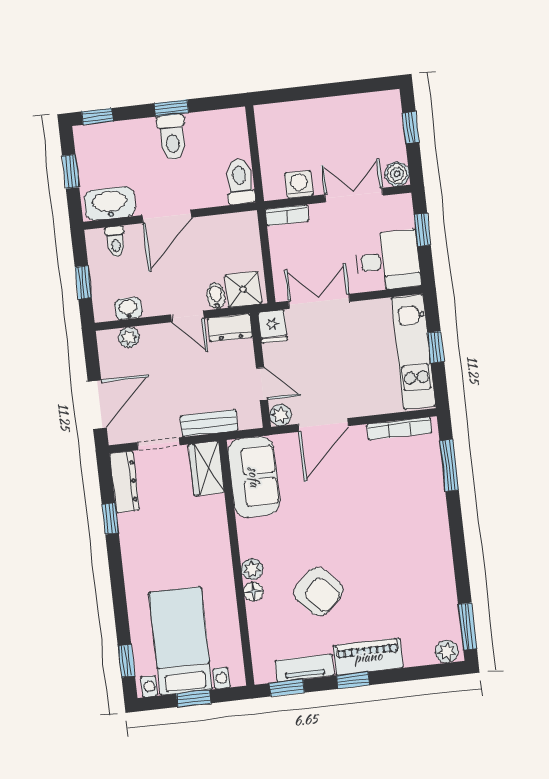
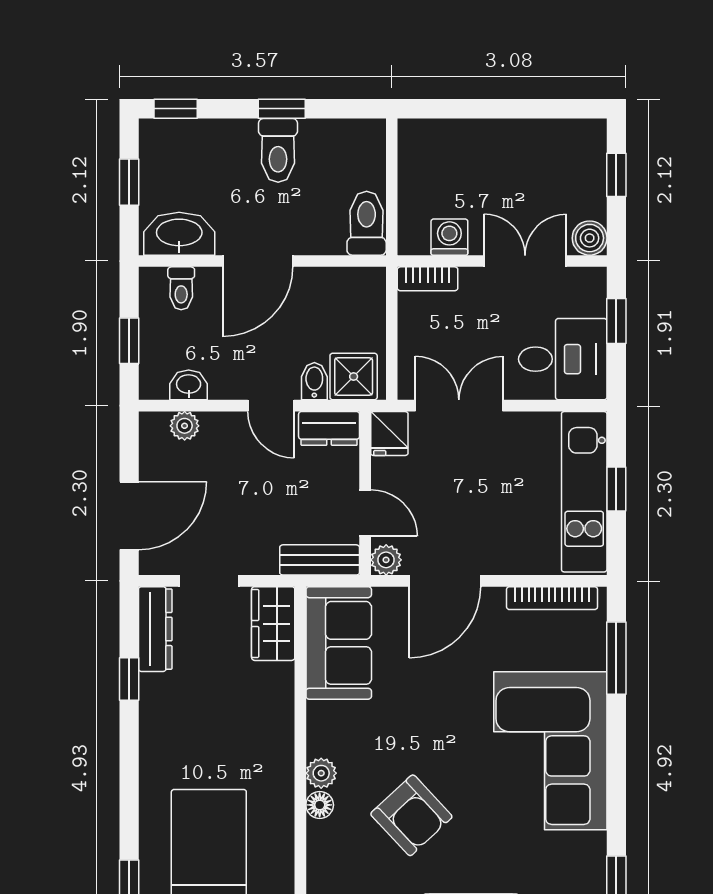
bench: (209, 423) -> (320, 560), moved
corner sofa: (410, 535) -> (550, 751), added

